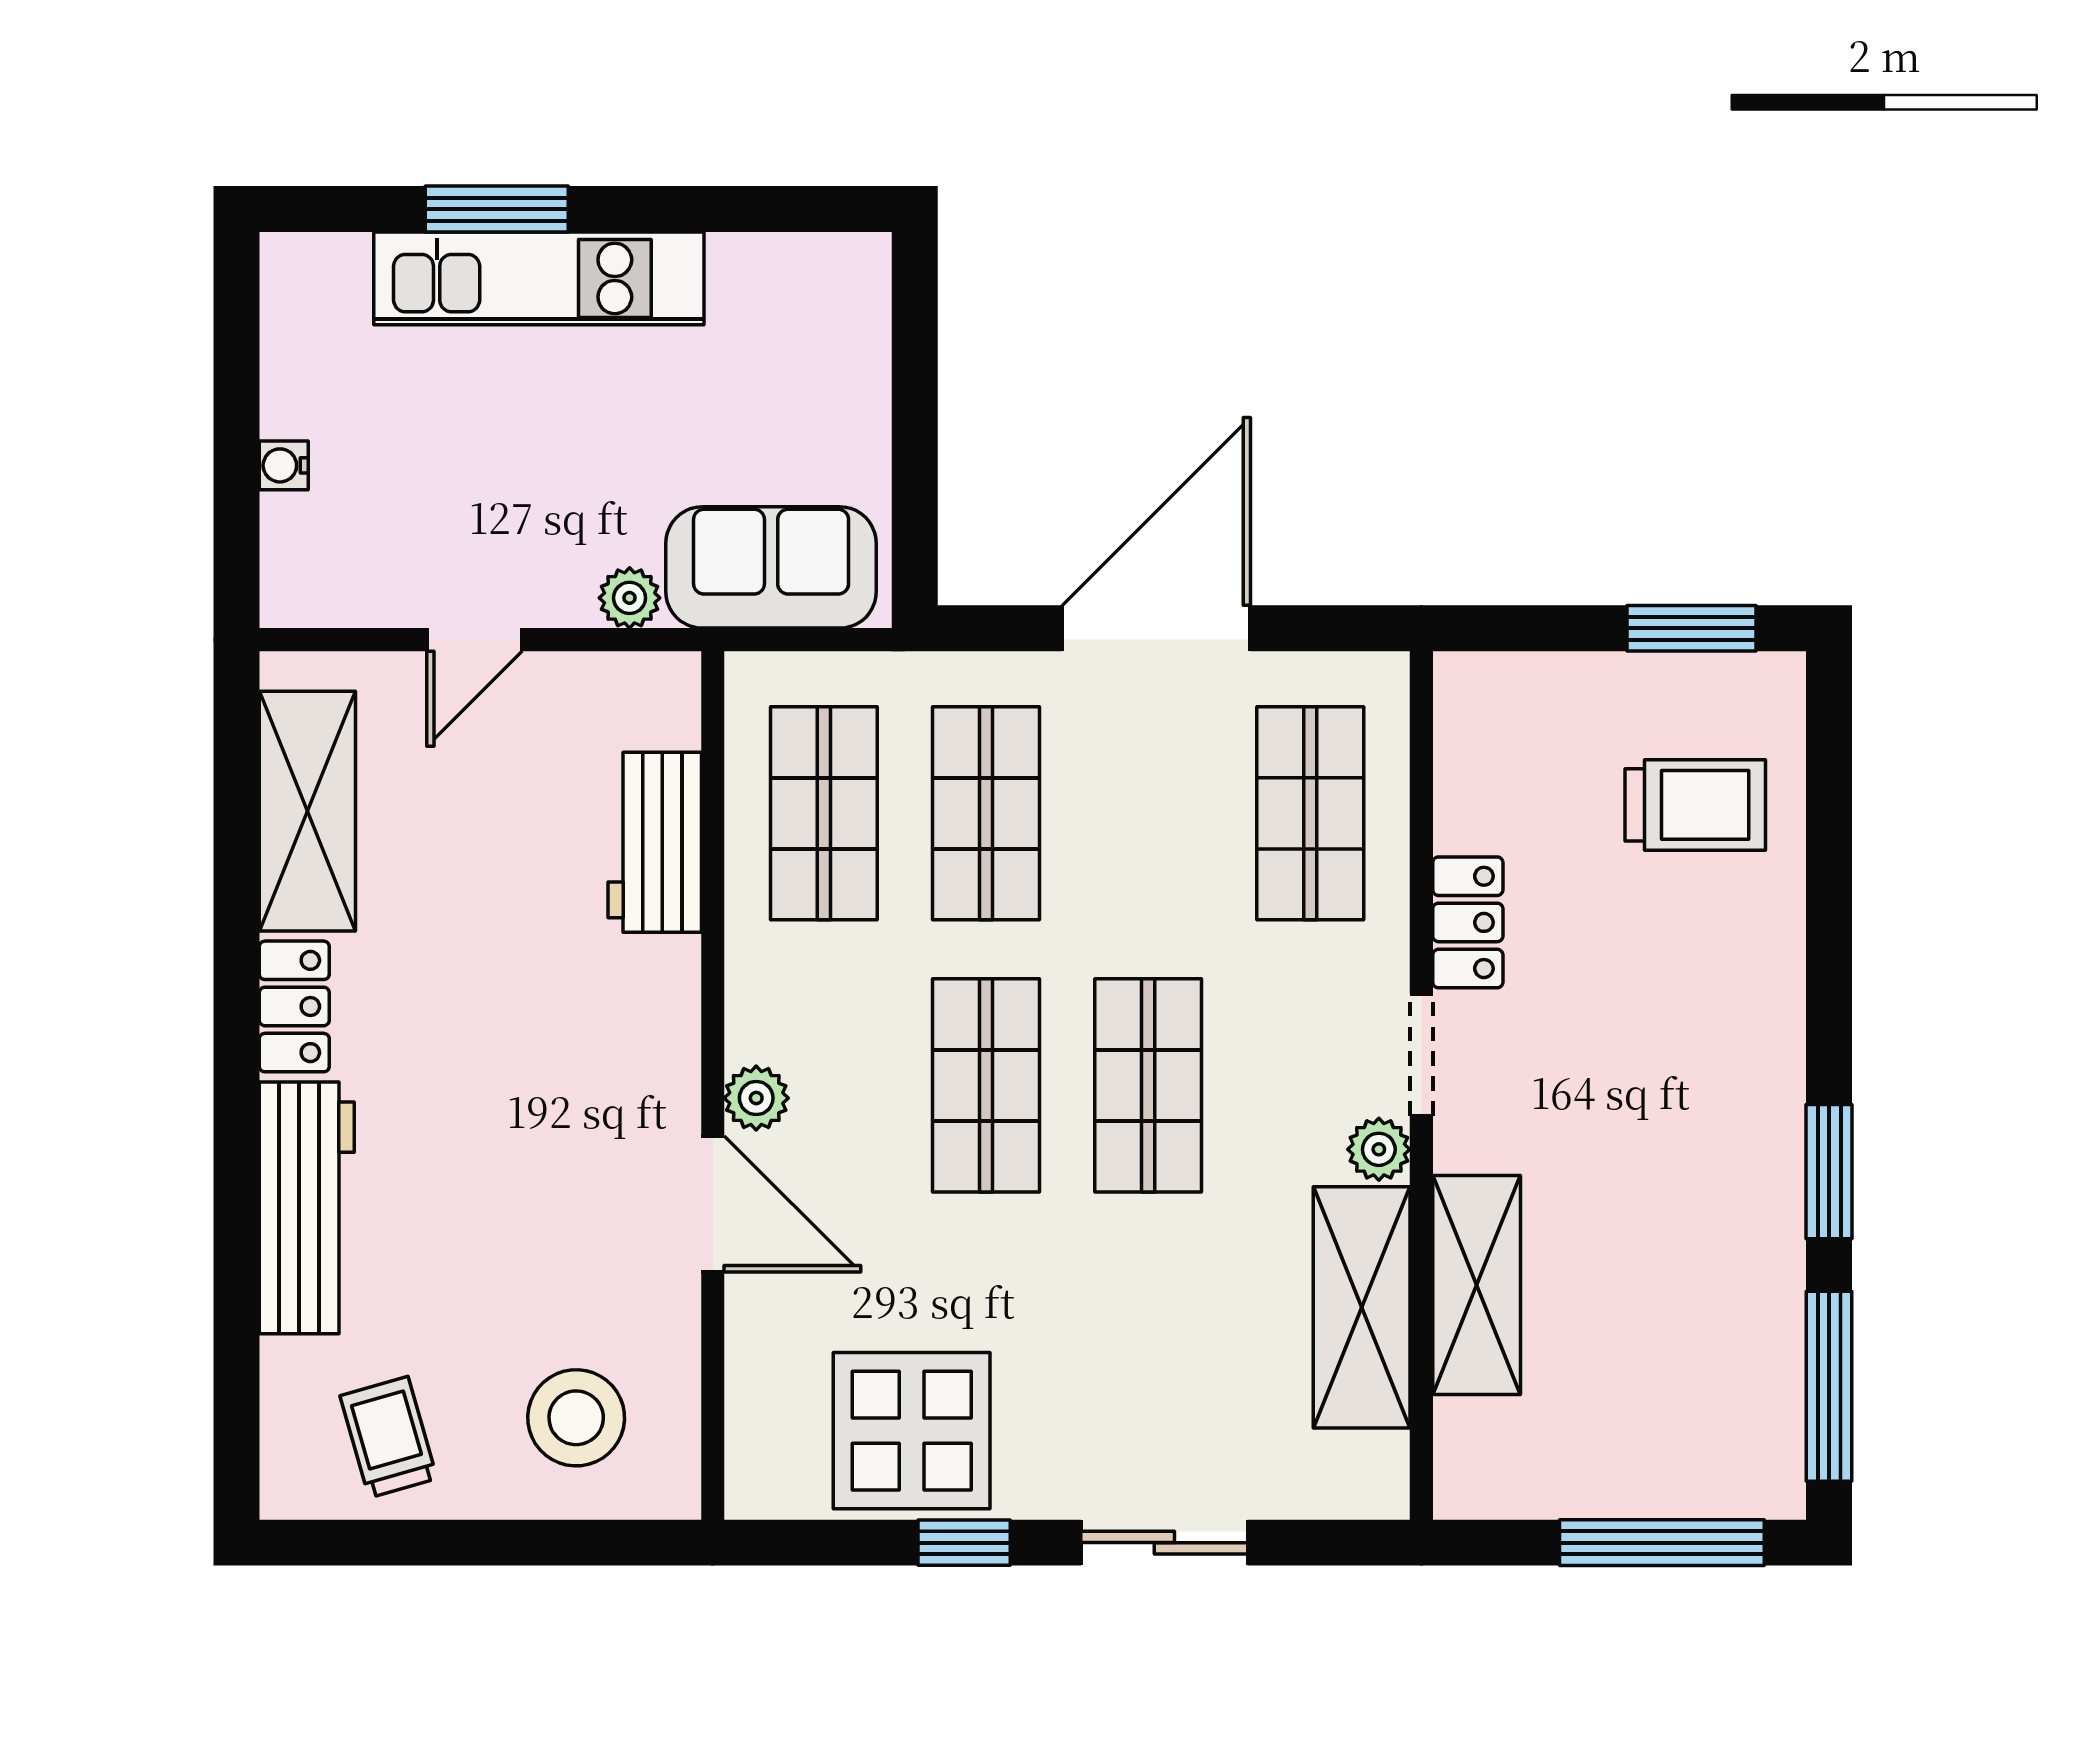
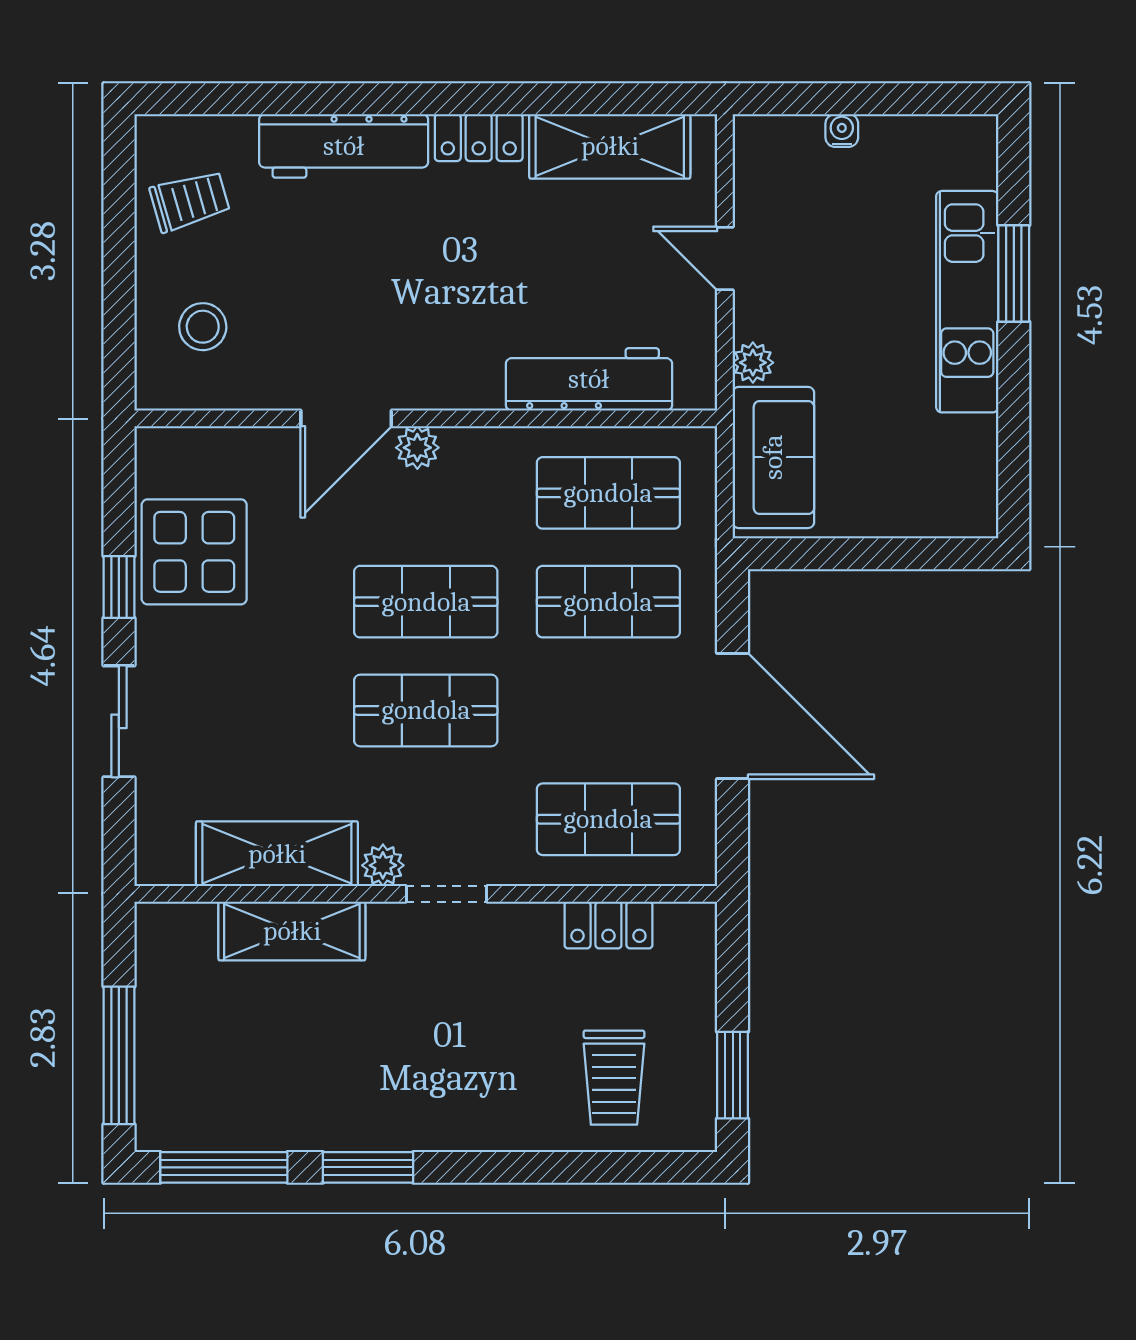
workbench: (655, 842) -> (589, 379), width x1.38
locker: (1468, 922) -> (608, 925), moved
stool: (576, 1418) -> (203, 327), width x0.73, depth x0.73

